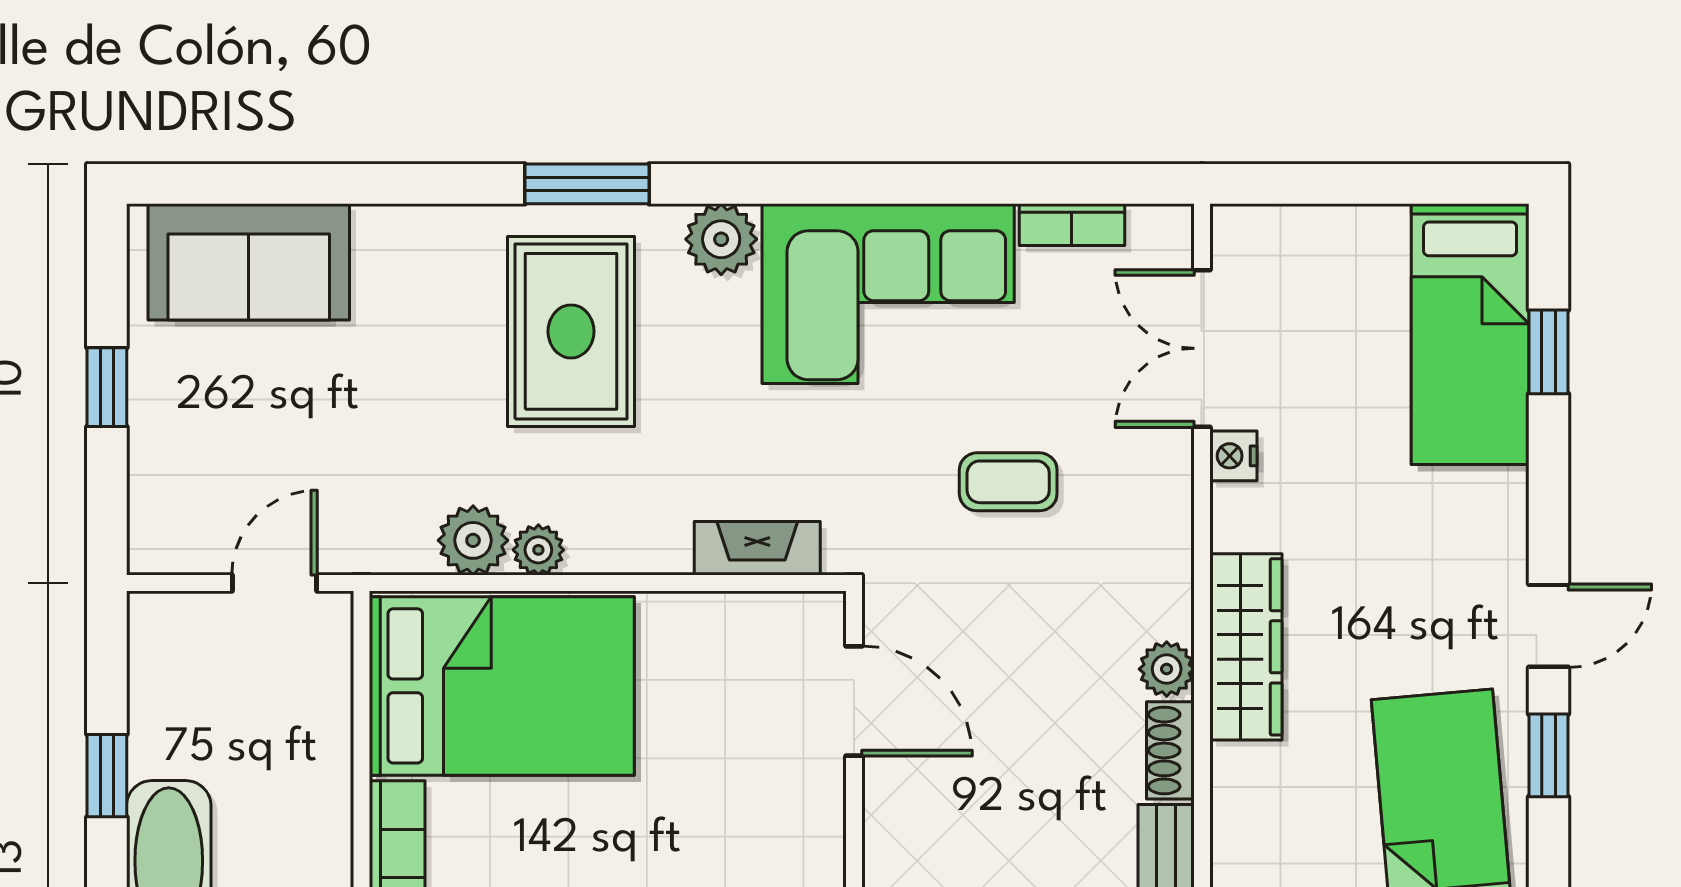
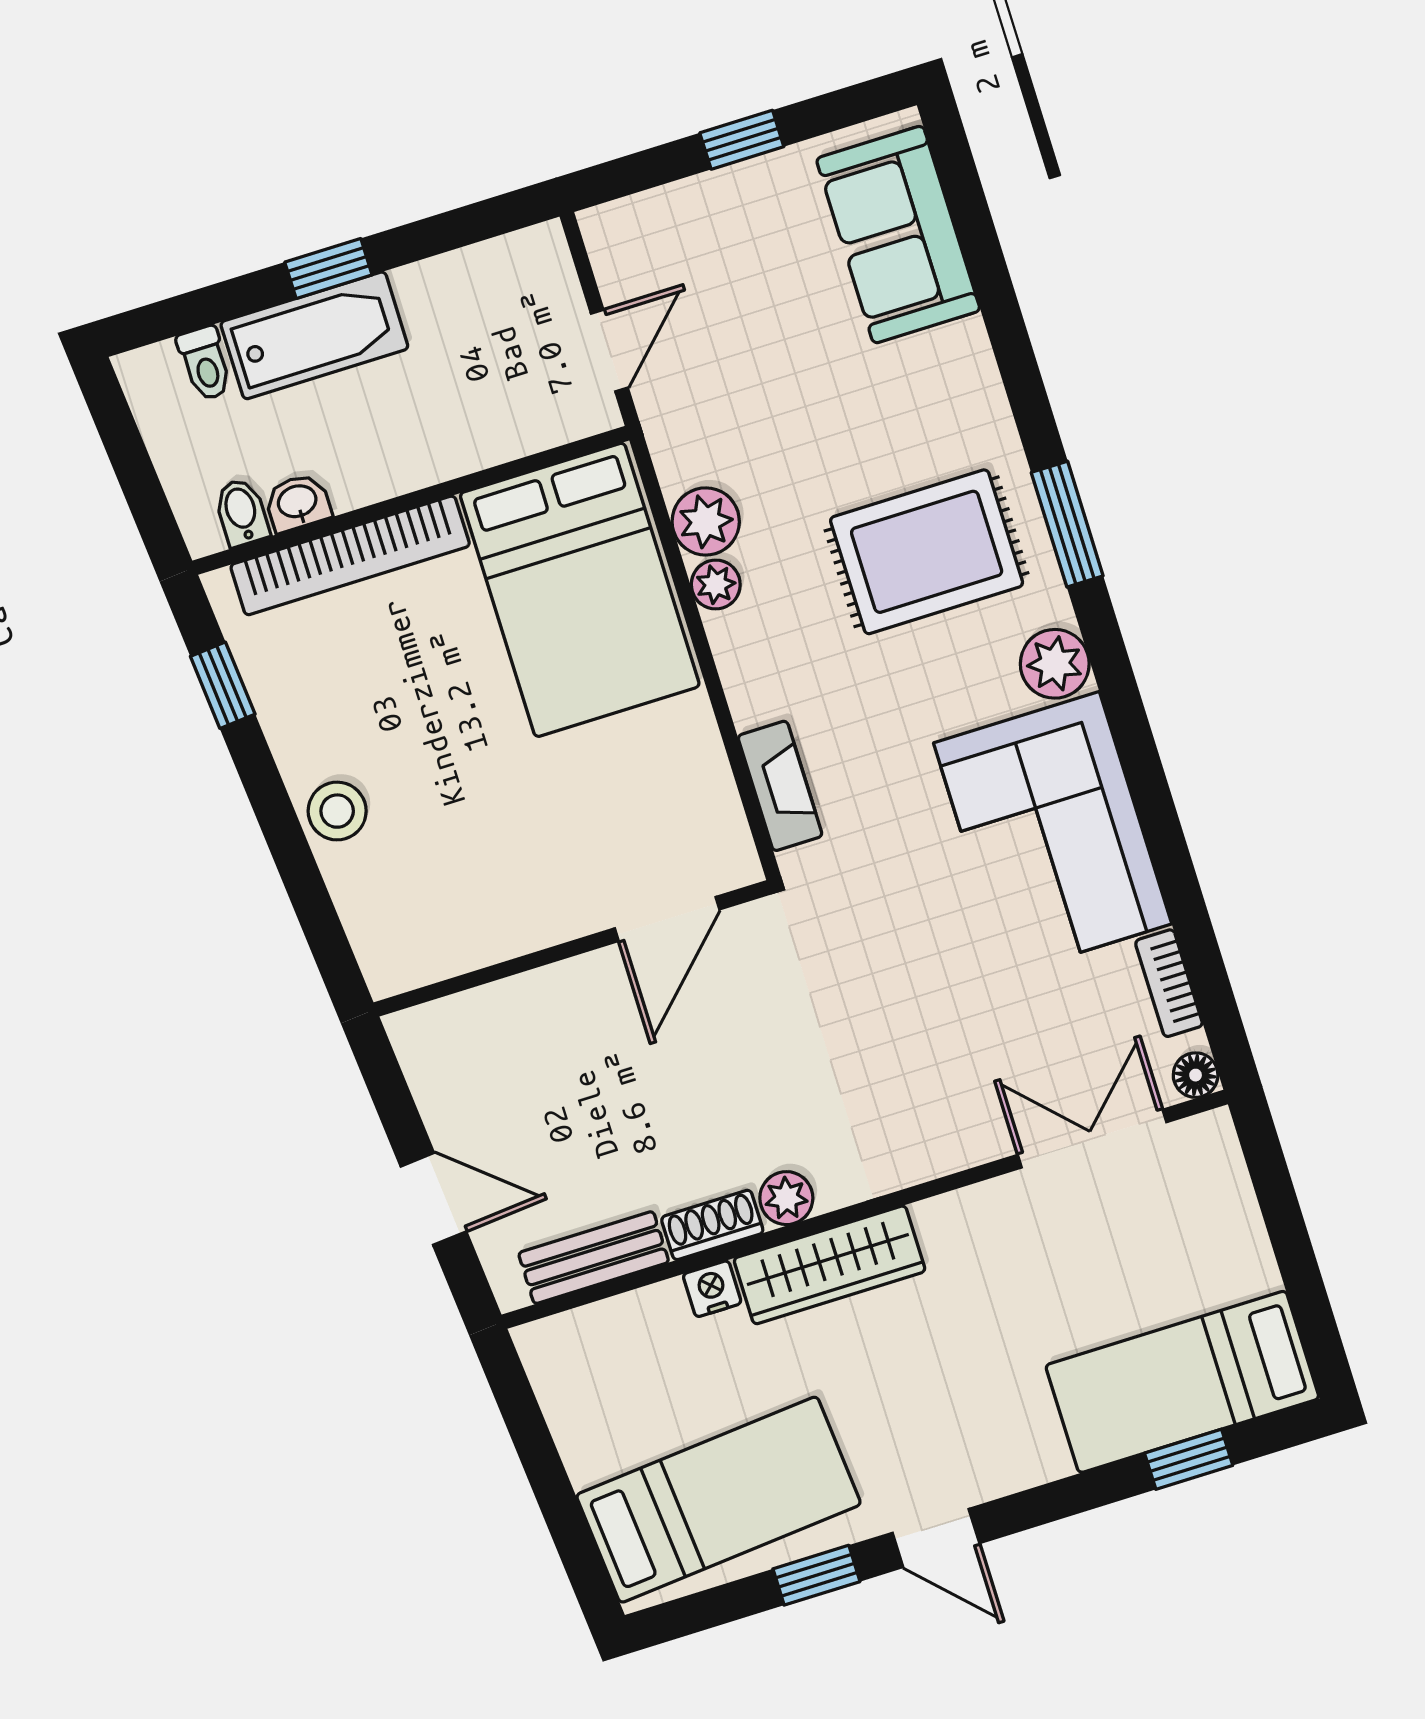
floor lamp: (1171, 227) -> (1196, 1075), added
nightstand: (1233, 456) -> (712, 1289), moved
coffee table: (1008, 482) -> (913, 998), removed
door: (275, 583) -> (609, 351), hinge flipped
window: (107, 776) -> (328, 269), moved

